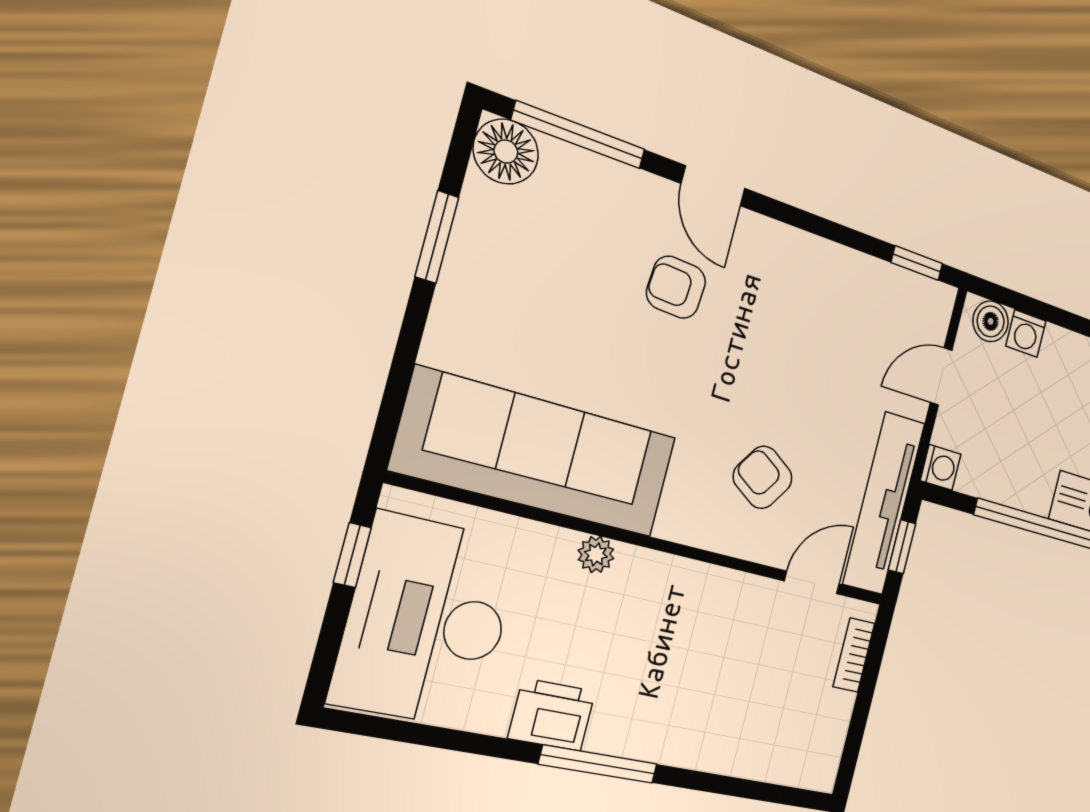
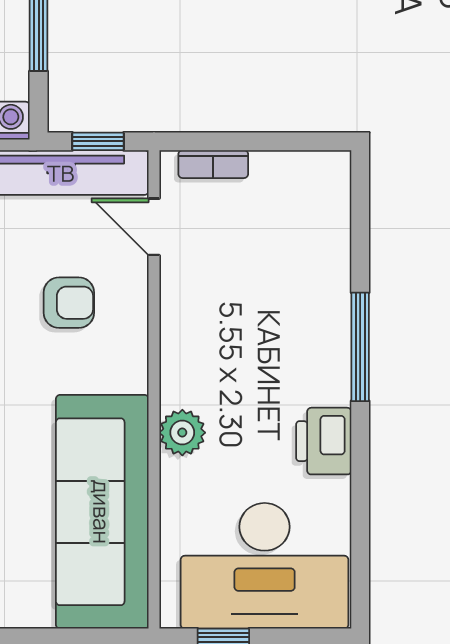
armchair: (763, 477) -> (69, 303), turned -124
plant: (596, 554) -> (182, 433), width x1.38, depth x1.38
window: (598, 764) -> (360, 347), moved

